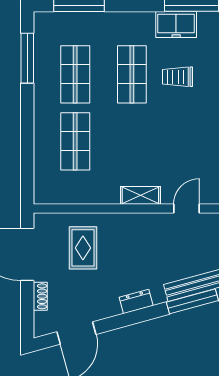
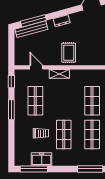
shop shelf: (189, 141) -> (35, 101), added
door: (186, 208) -> (36, 67), swing flipped
rug: (83, 248) -> (69, 53), moved

